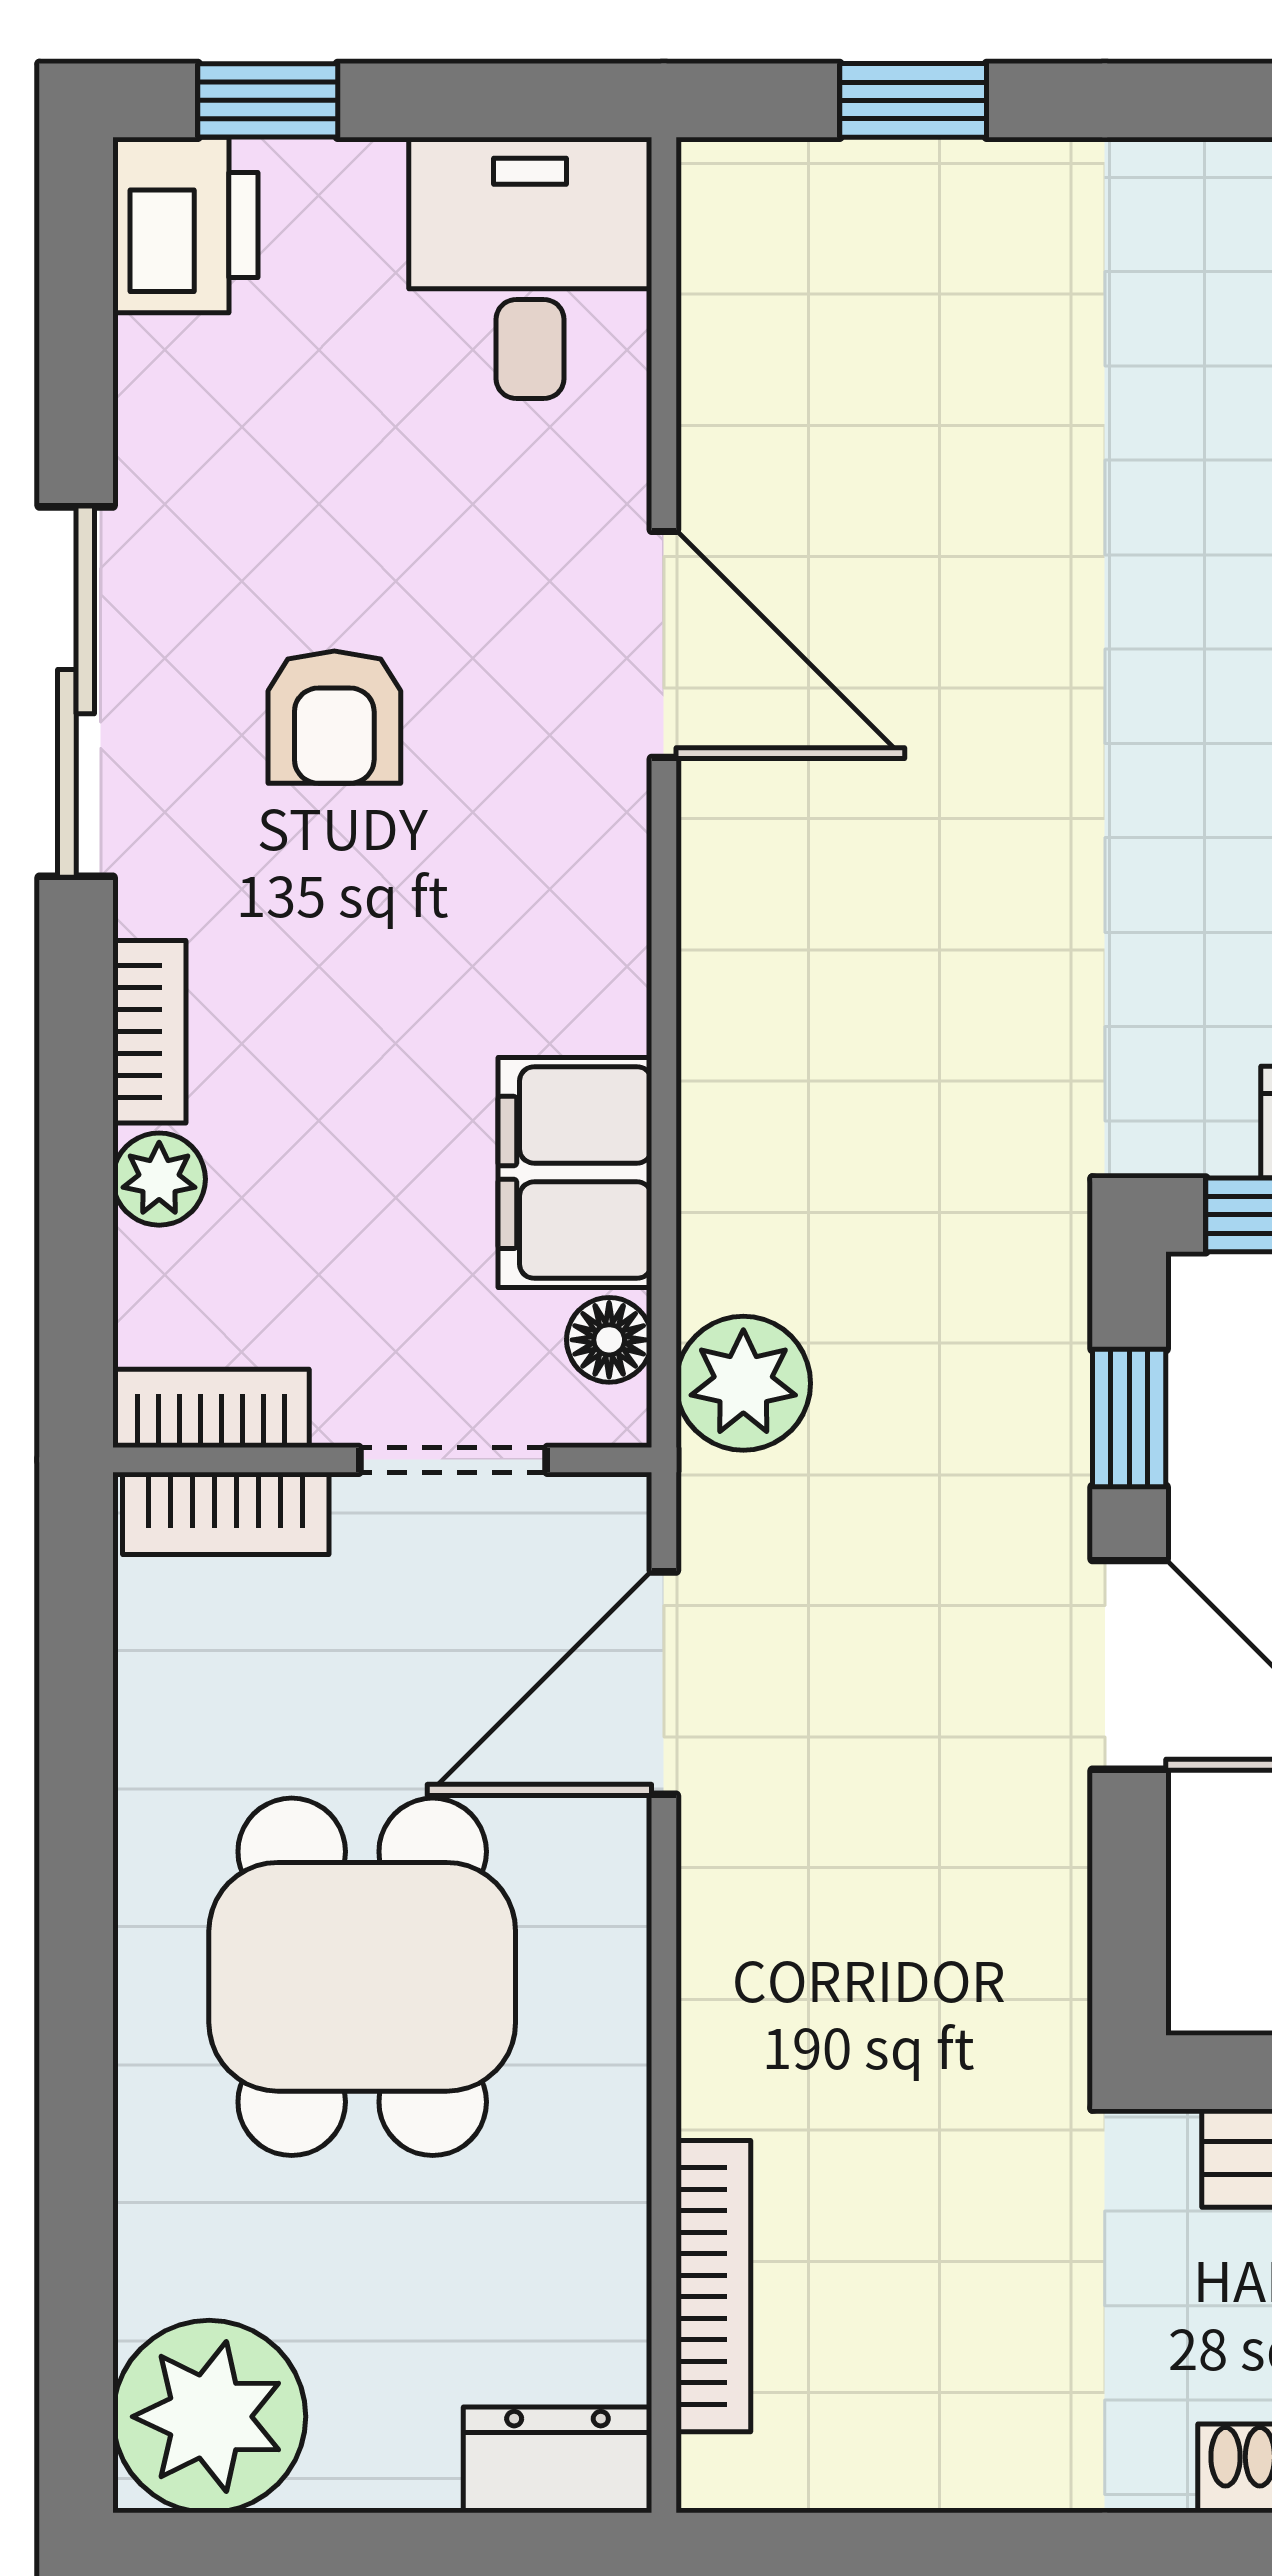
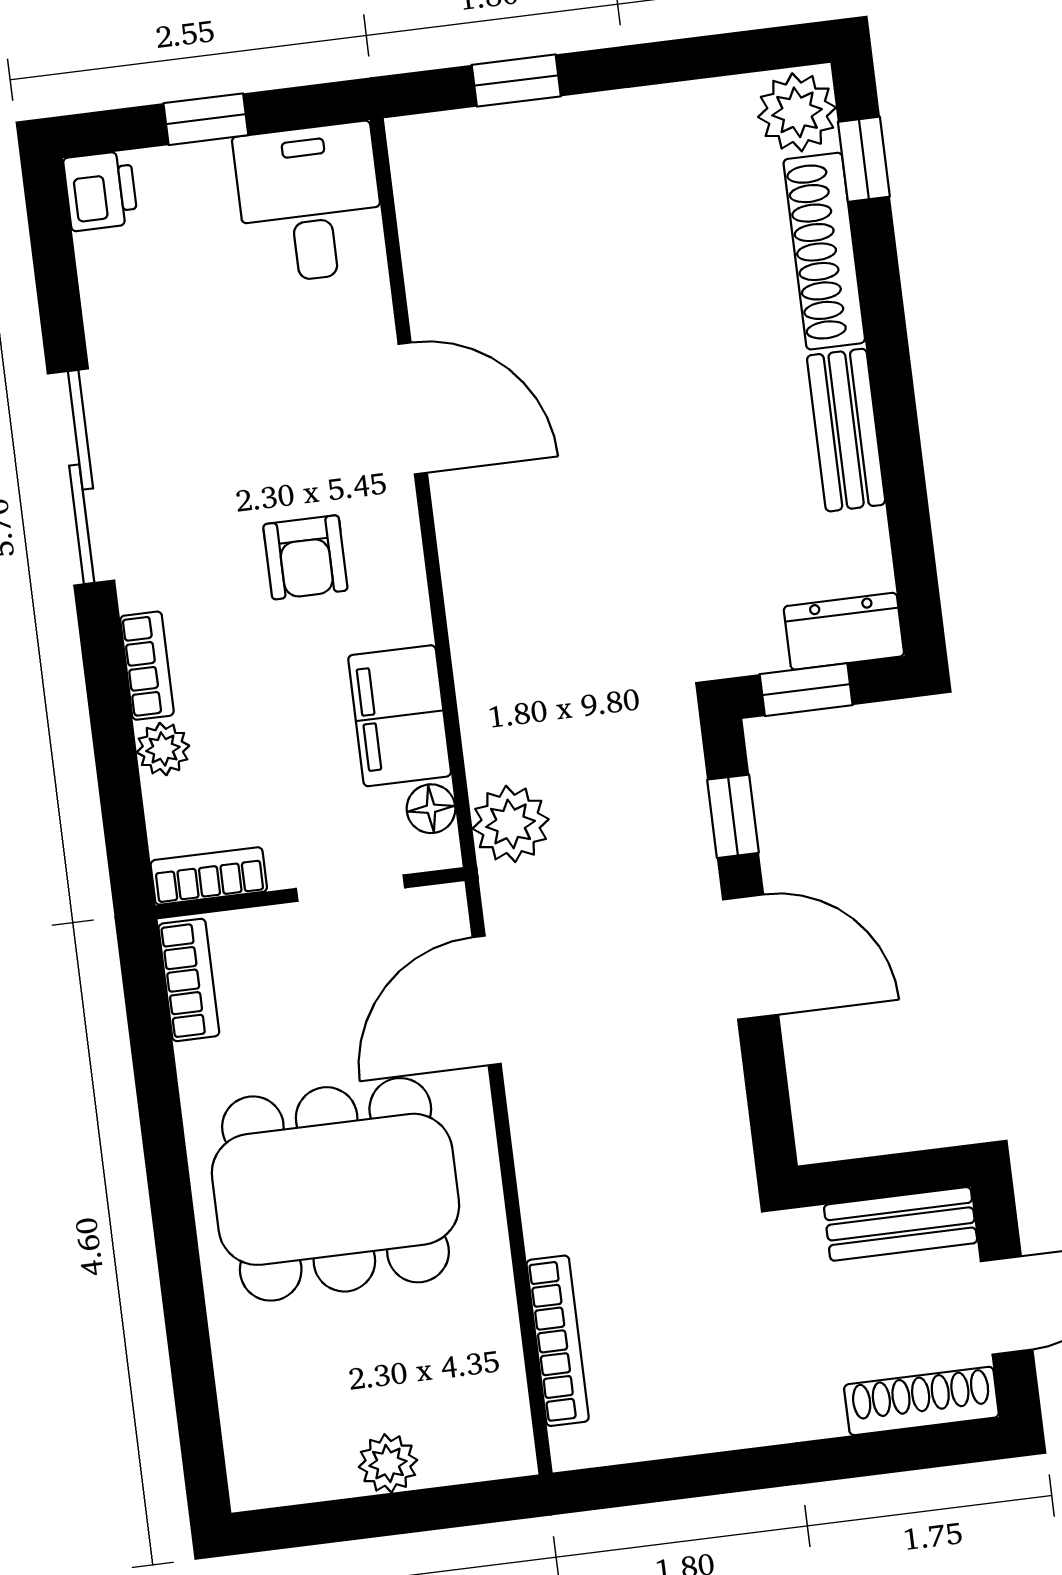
window: (268, 100) -> (206, 119), moved
printer: (185, 225) -> (101, 191), width x0.73, depth x0.81
armchair: (334, 717) -> (305, 557), moved
bookcase: (226, 1513) -> (189, 980), moved, turned -90
dining table: (362, 1977) -> (335, 1189), width x1.38
plant: (209, 2417) -> (388, 1463), moved, width x0.53, depth x0.53
dresser: (557, 2460) -> (481, 1451), removed

